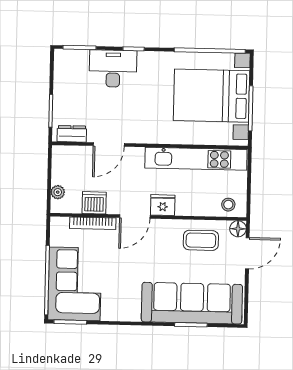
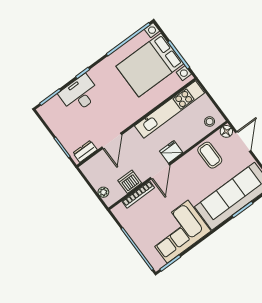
coffee table: (201, 240) -> (210, 155), turned 90
corner sofa: (75, 284) -> (178, 232), moved, turned -90

